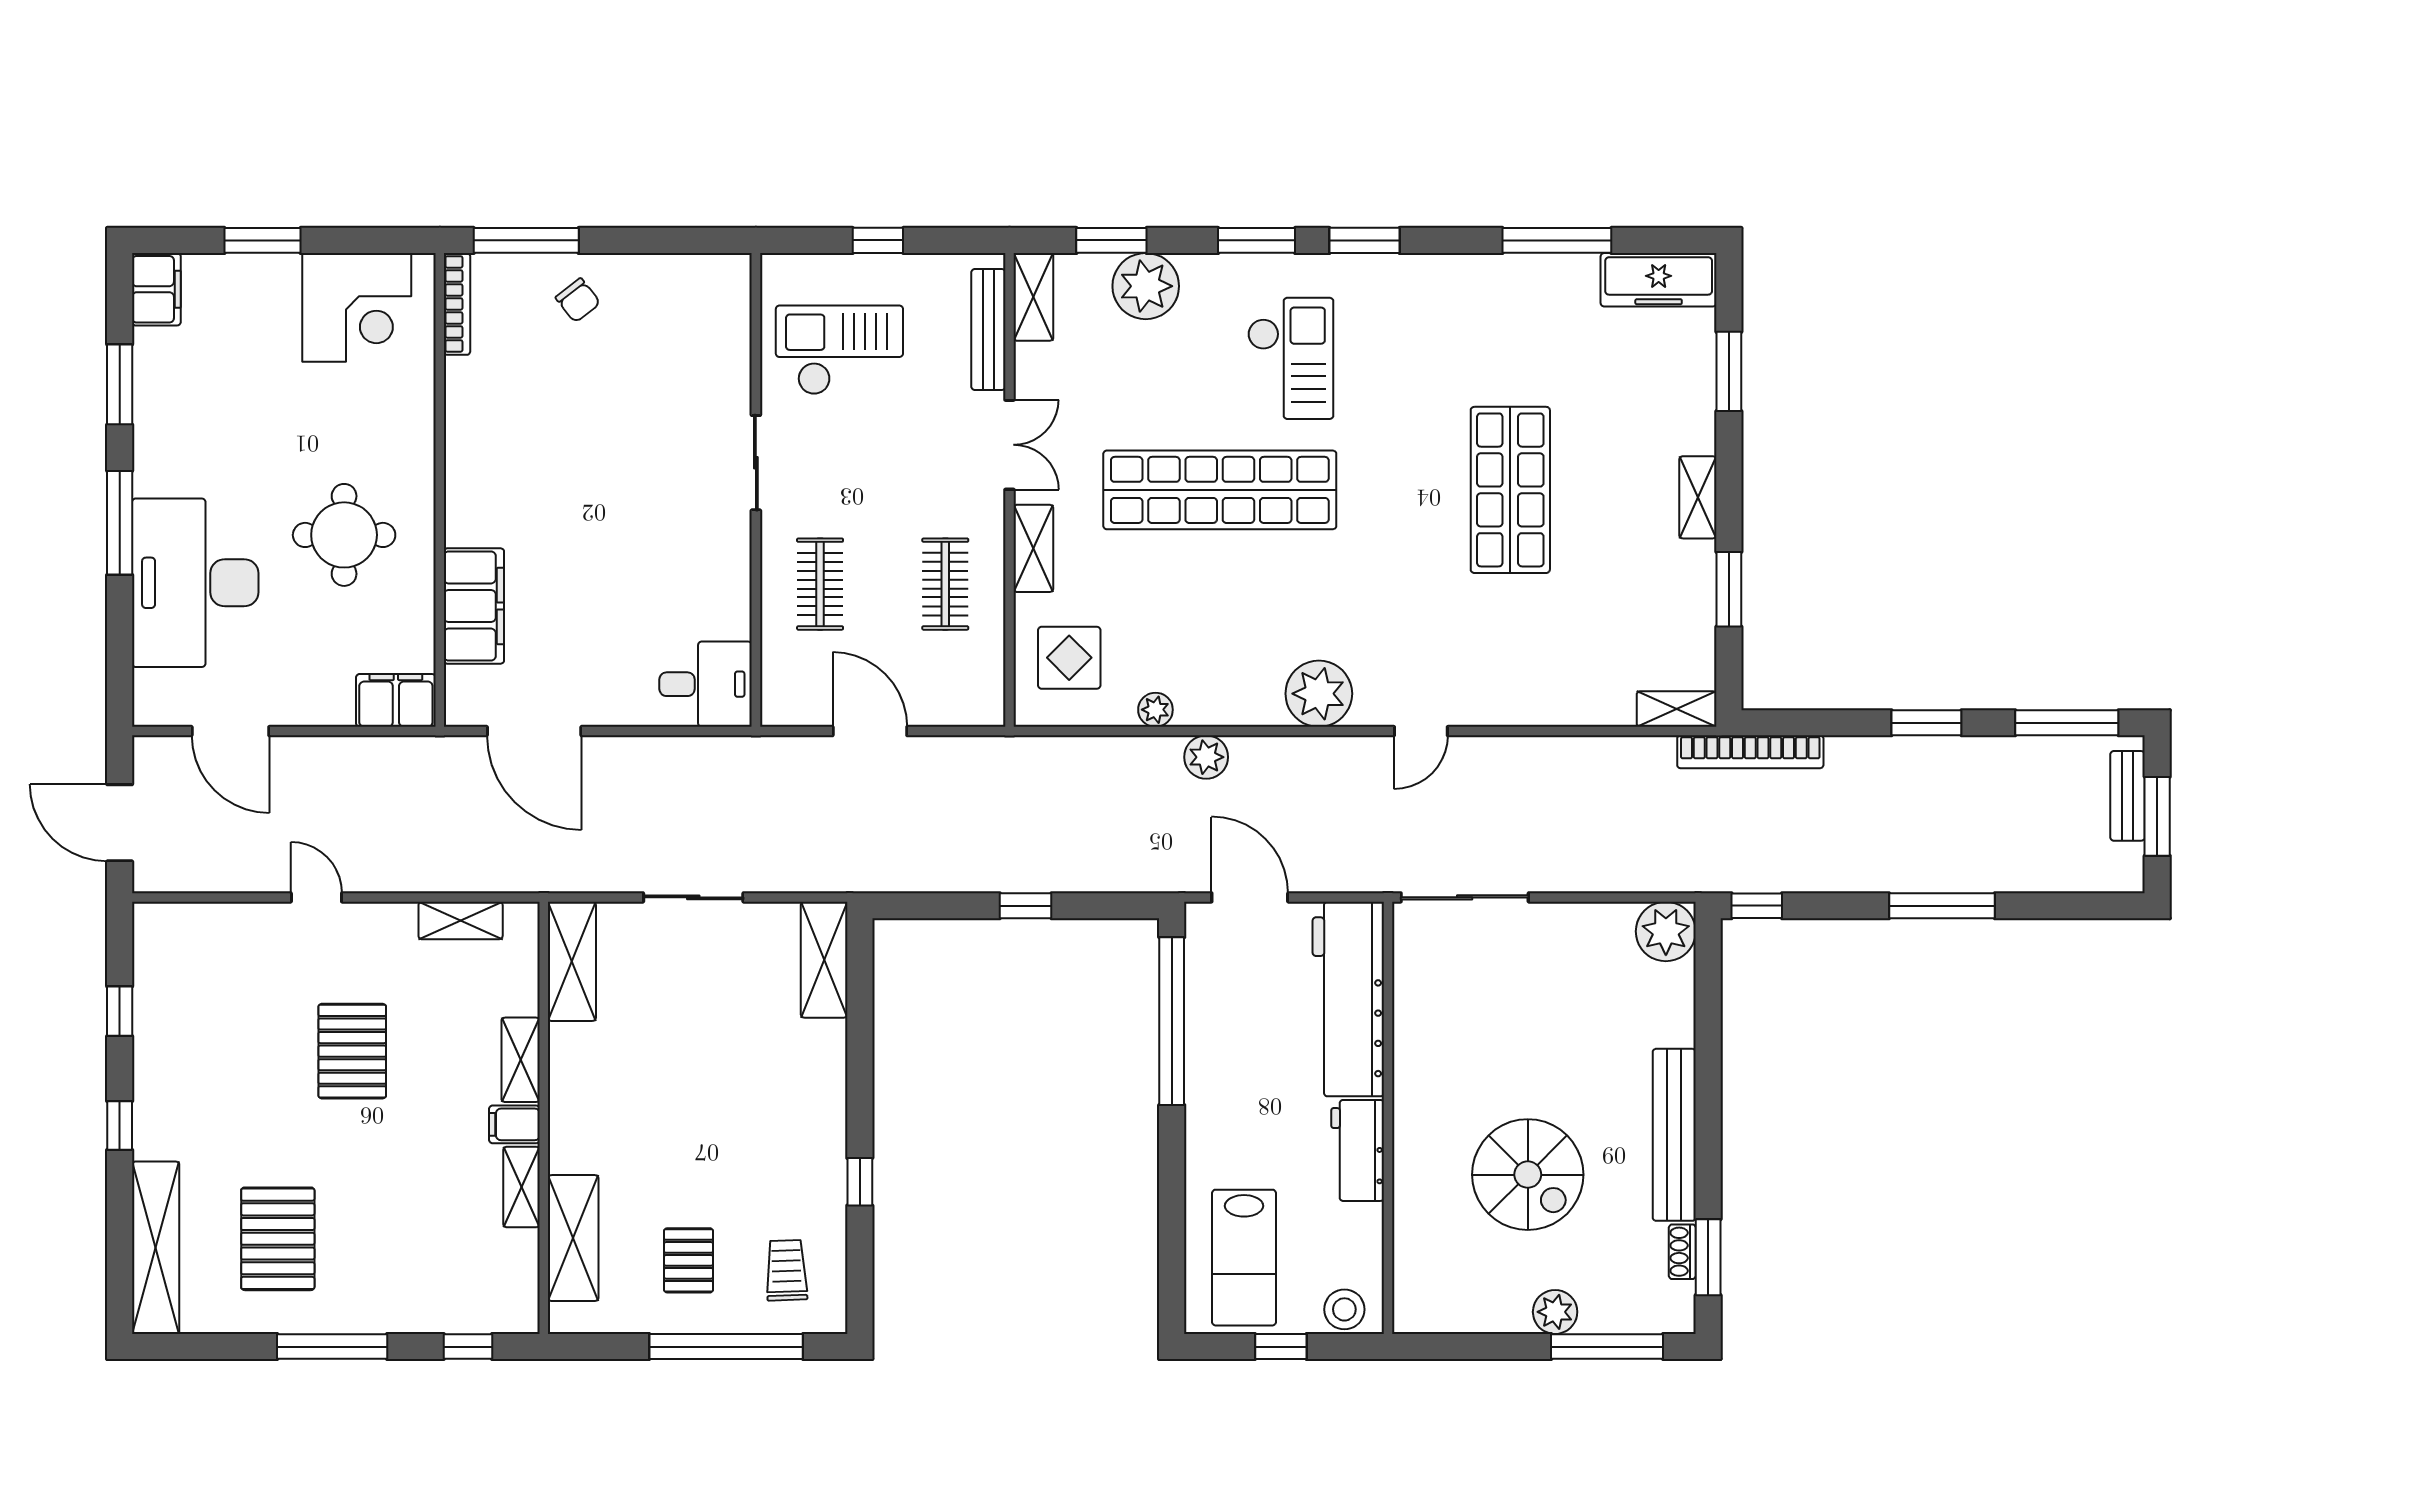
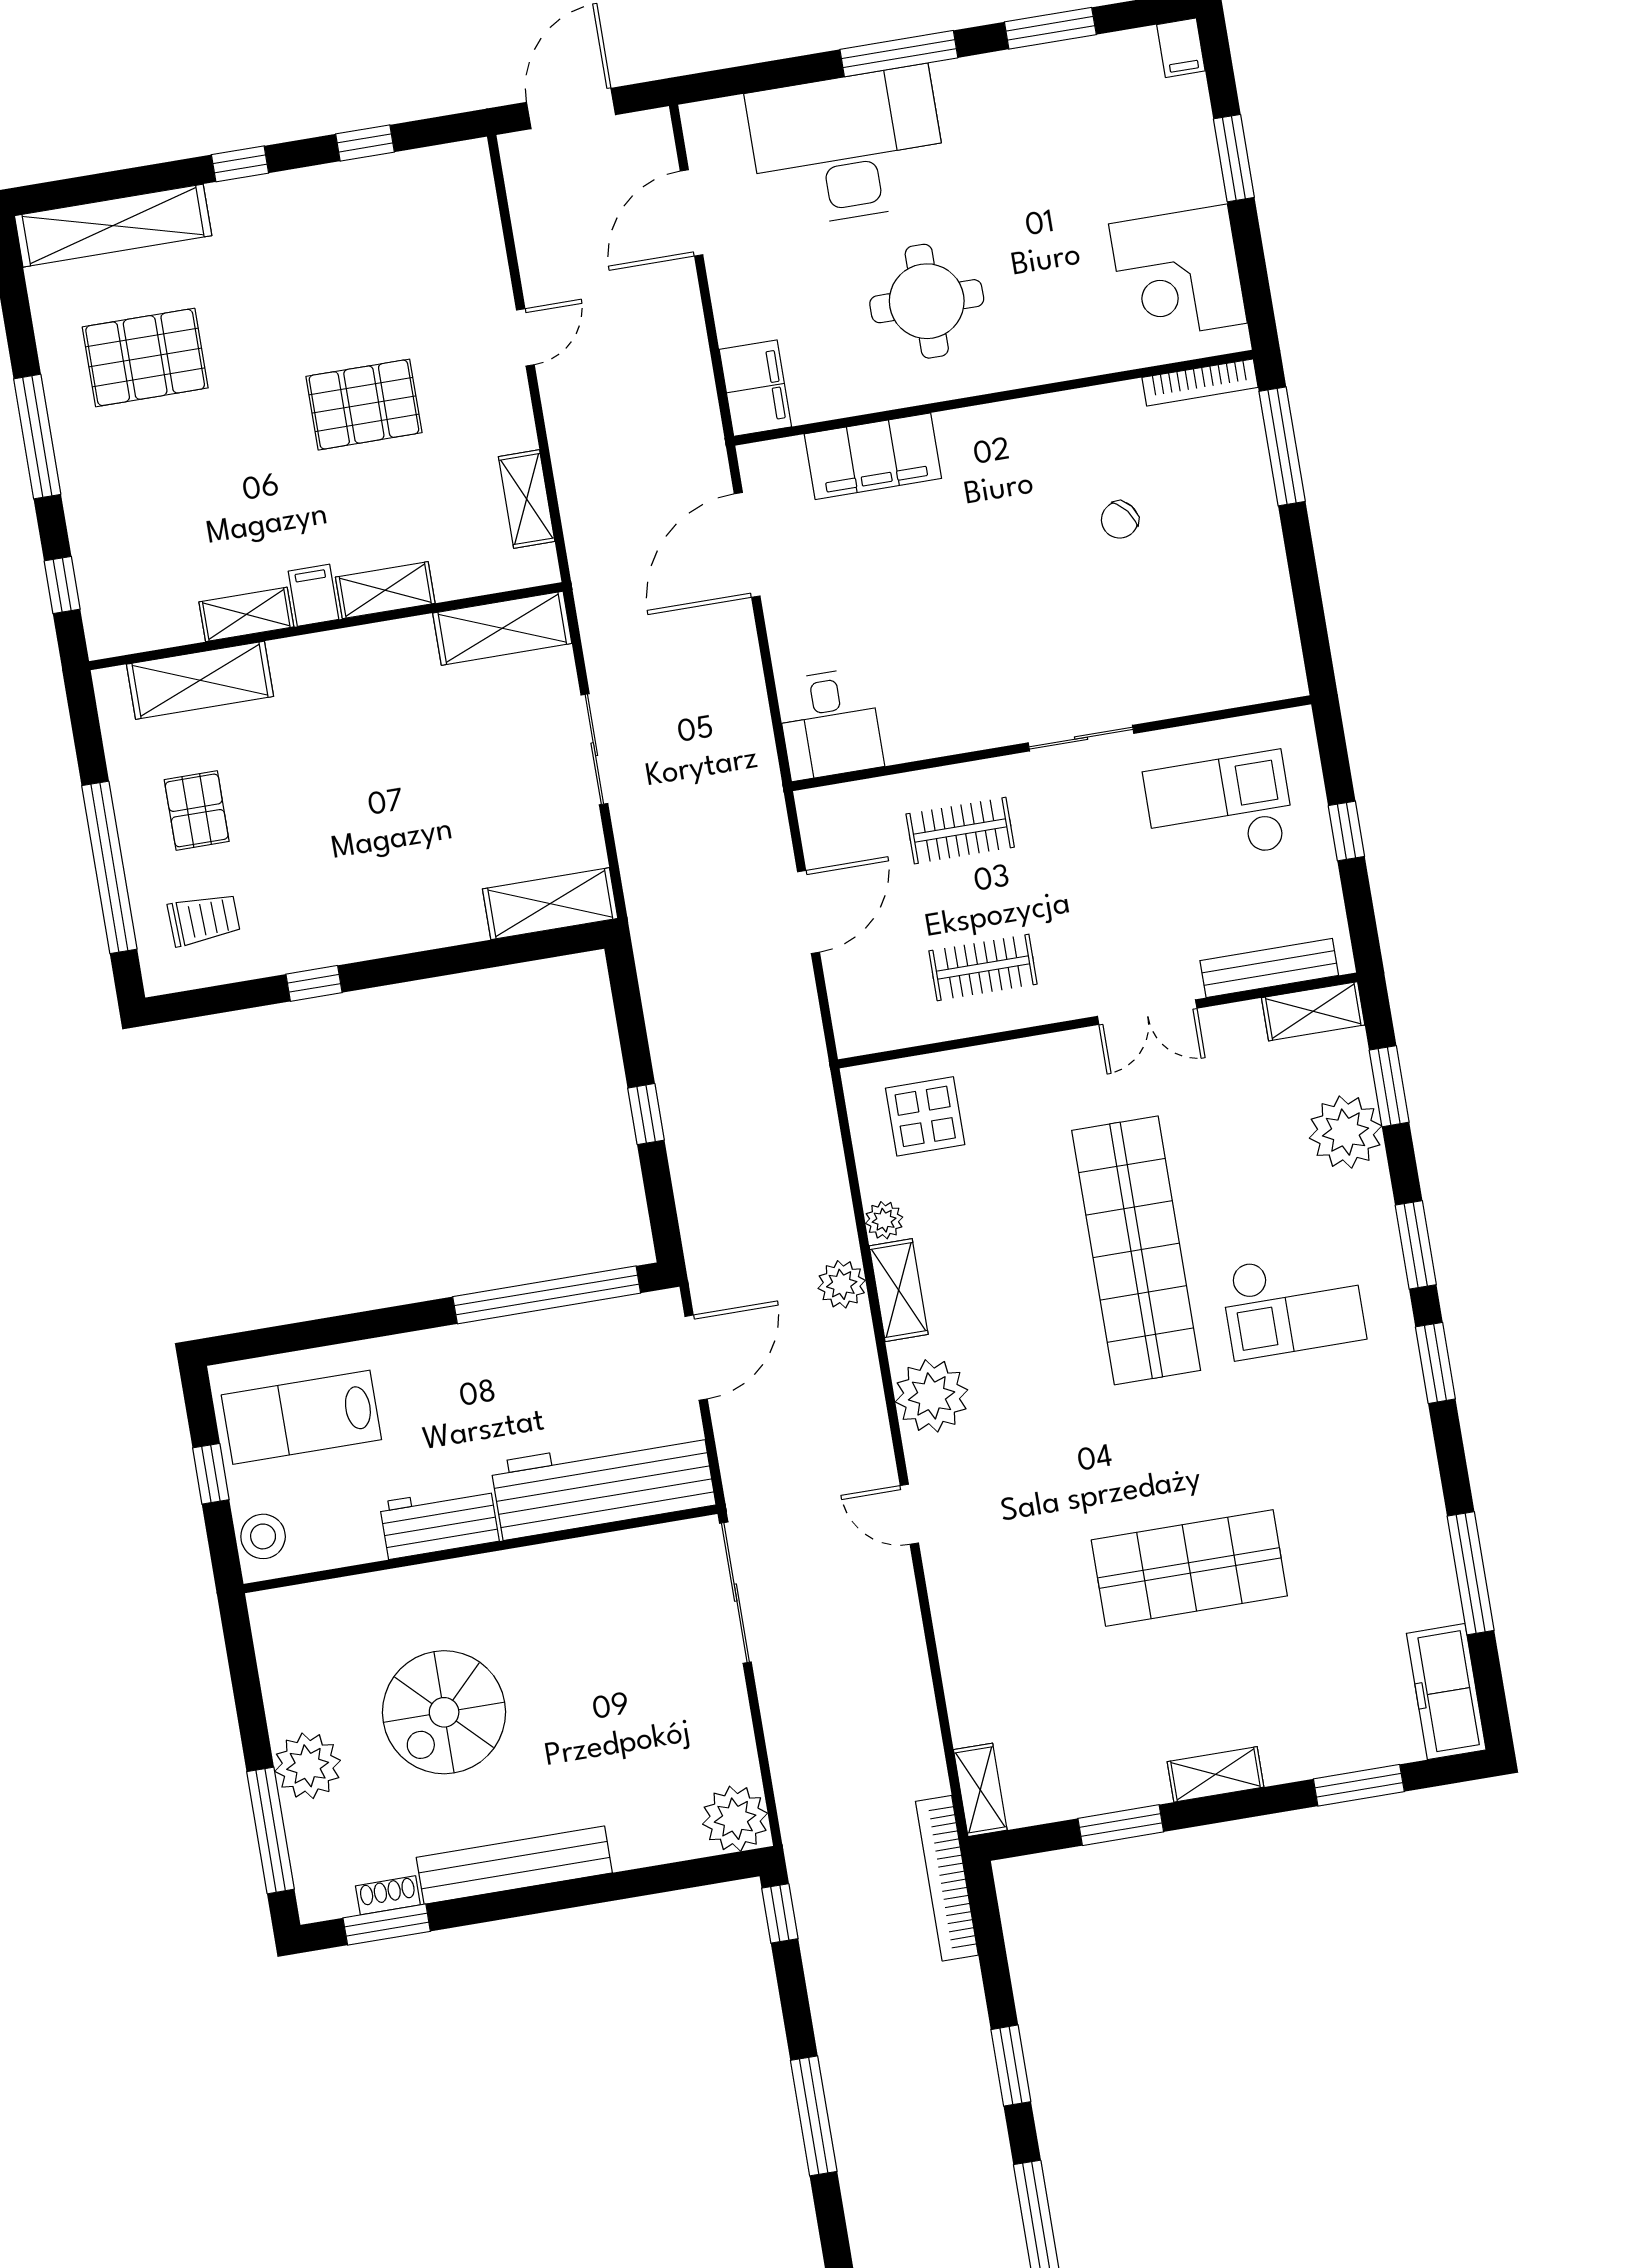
filing cabinet: (156, 289) -> (1181, 48), width x0.50
chair: (578, 300) -> (1120, 520), moved
checkout: (839, 350) -> (1220, 809), turned -90
shelving: (1033, 548) -> (899, 1290), moved, turned 90
pallet: (689, 1260) -> (197, 810), turned 90
plant: (1555, 1312) -> (308, 1766), width x1.36, depth x1.36

